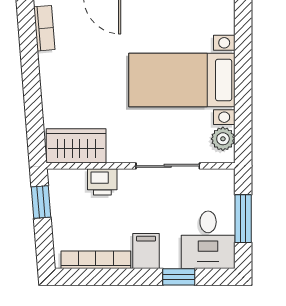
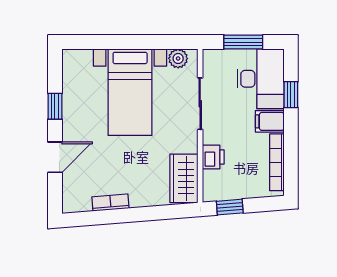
bookcase: (44, 28) -> (110, 203), moved
desk: (208, 240) -> (261, 79), width x1.37

